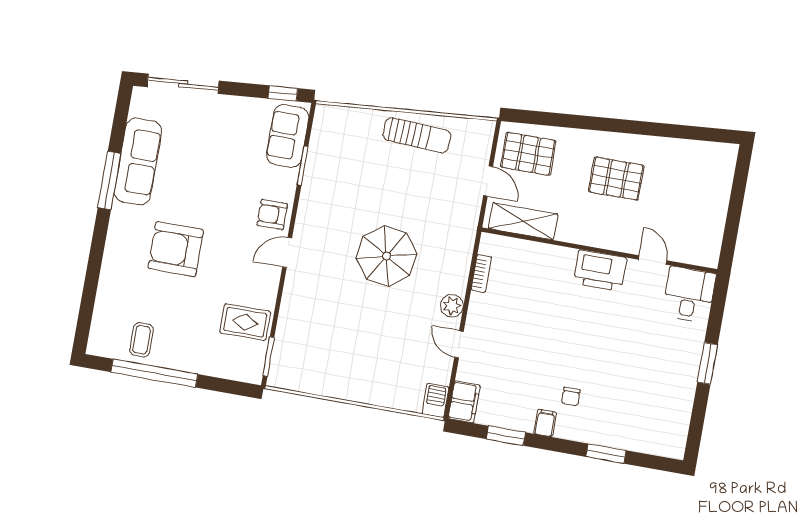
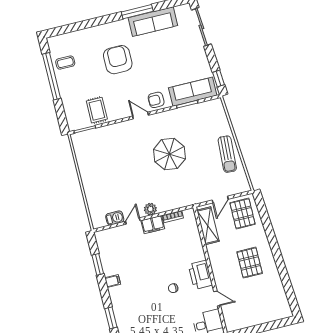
sofa: (288, 136) -> (193, 92), width x1.36
armchair: (272, 215) -> (156, 100), turned -90
parasol: (386, 256) -> (169, 154), moved
door: (653, 260) -> (217, 299), hinge flipped
chair: (571, 397) -> (173, 288), moved
barbecue: (435, 400) -> (115, 218), moved
filing cabinet: (464, 402) -> (153, 225), moved

